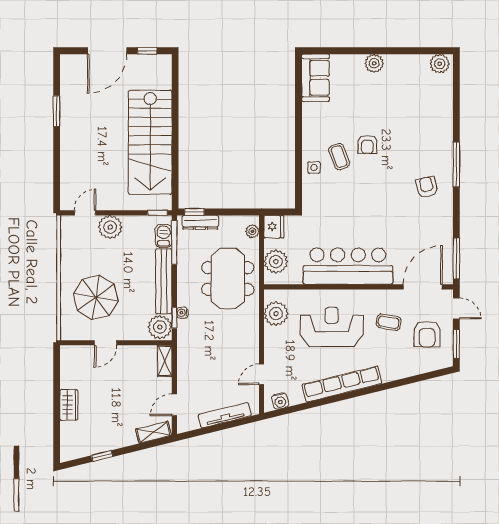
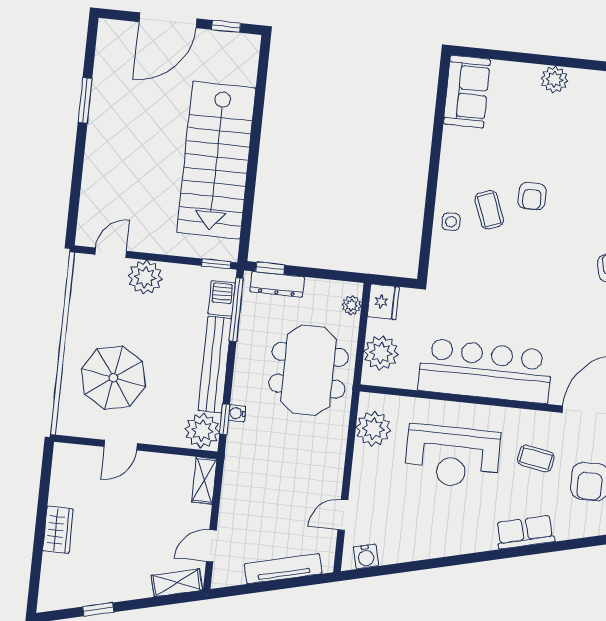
reception desk: (332, 327) -> (452, 457), turned 180
row of seats: (342, 384) -> (525, 532), moved, width x0.50

